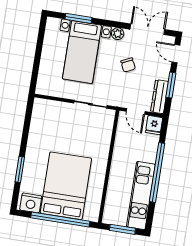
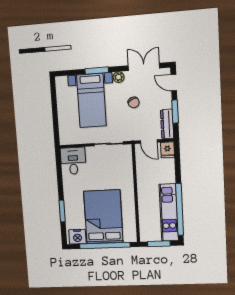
window: (78, 18) -> (97, 71), moved
desk: (46, 115) -> (73, 161), added
window: (157, 172) -> (180, 210), moved

